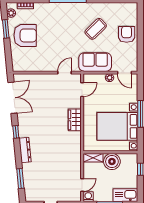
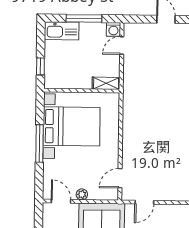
wardrobe: (75, 120) -> (131, 136), removed
boiler: (112, 161) -> (80, 78), removed

